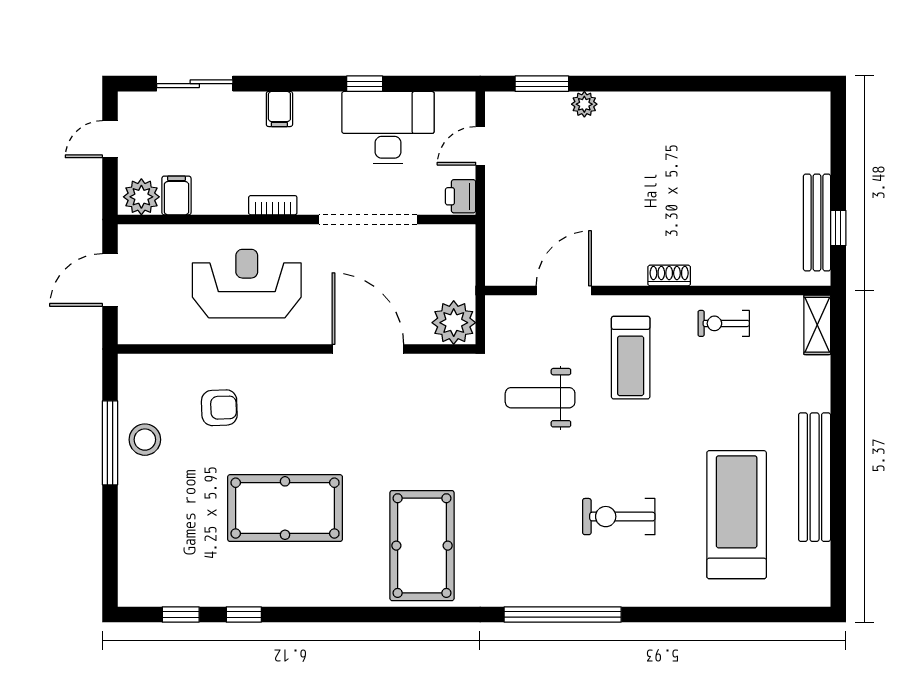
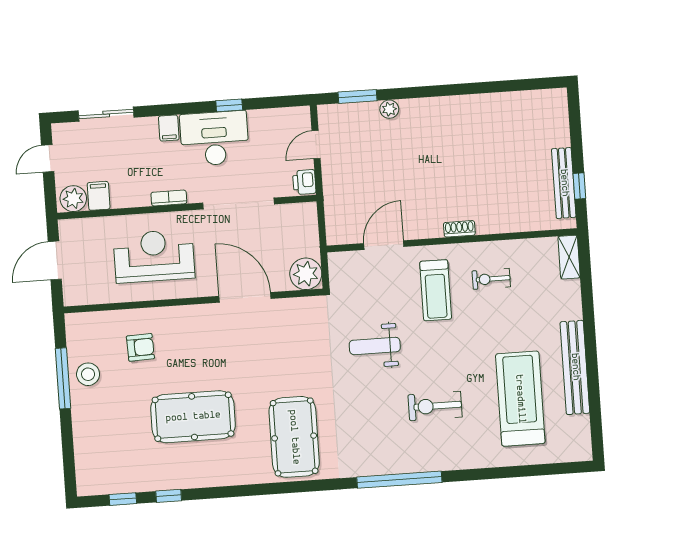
desk: (388, 128) -> (214, 138), moved
exercise bike: (724, 323) -> (491, 279), moved
weight bench: (540, 398) -> (375, 346), moved

